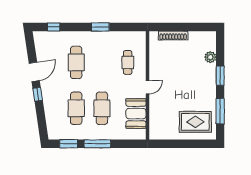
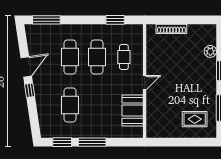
window: (54, 27) -> (46, 20), width x2.17
window: (100, 27) -> (115, 20), moved
cafe table: (102, 108) -> (97, 57), moved
rug: (195, 122) -> (195, 119), width x0.73, depth x0.70

